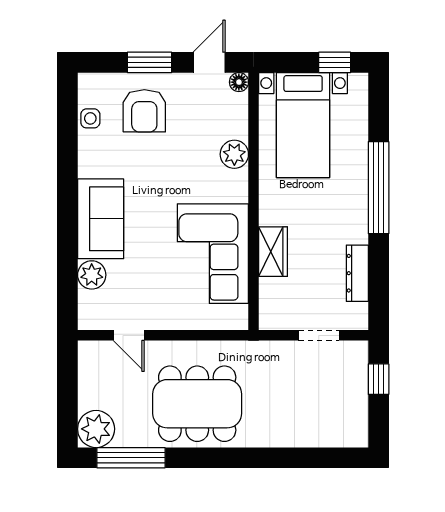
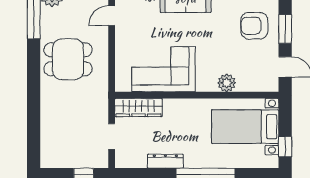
floor lamp: (239, 82) -> (273, 86), removed
wardrobe: (273, 252) -> (138, 108), moved, width x1.50
dresser: (357, 273) -> (165, 161), moved
dining table: (197, 404) -> (68, 59), width x0.73

